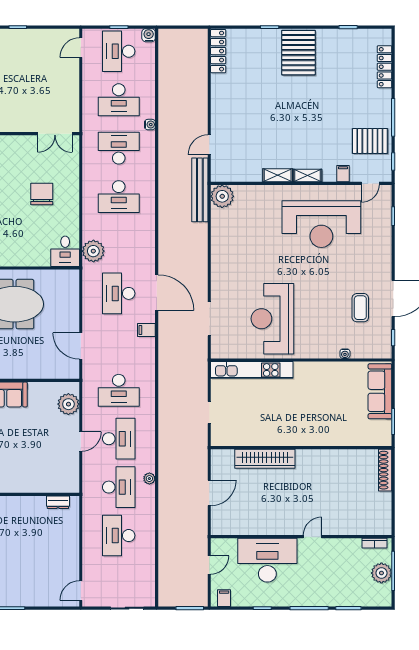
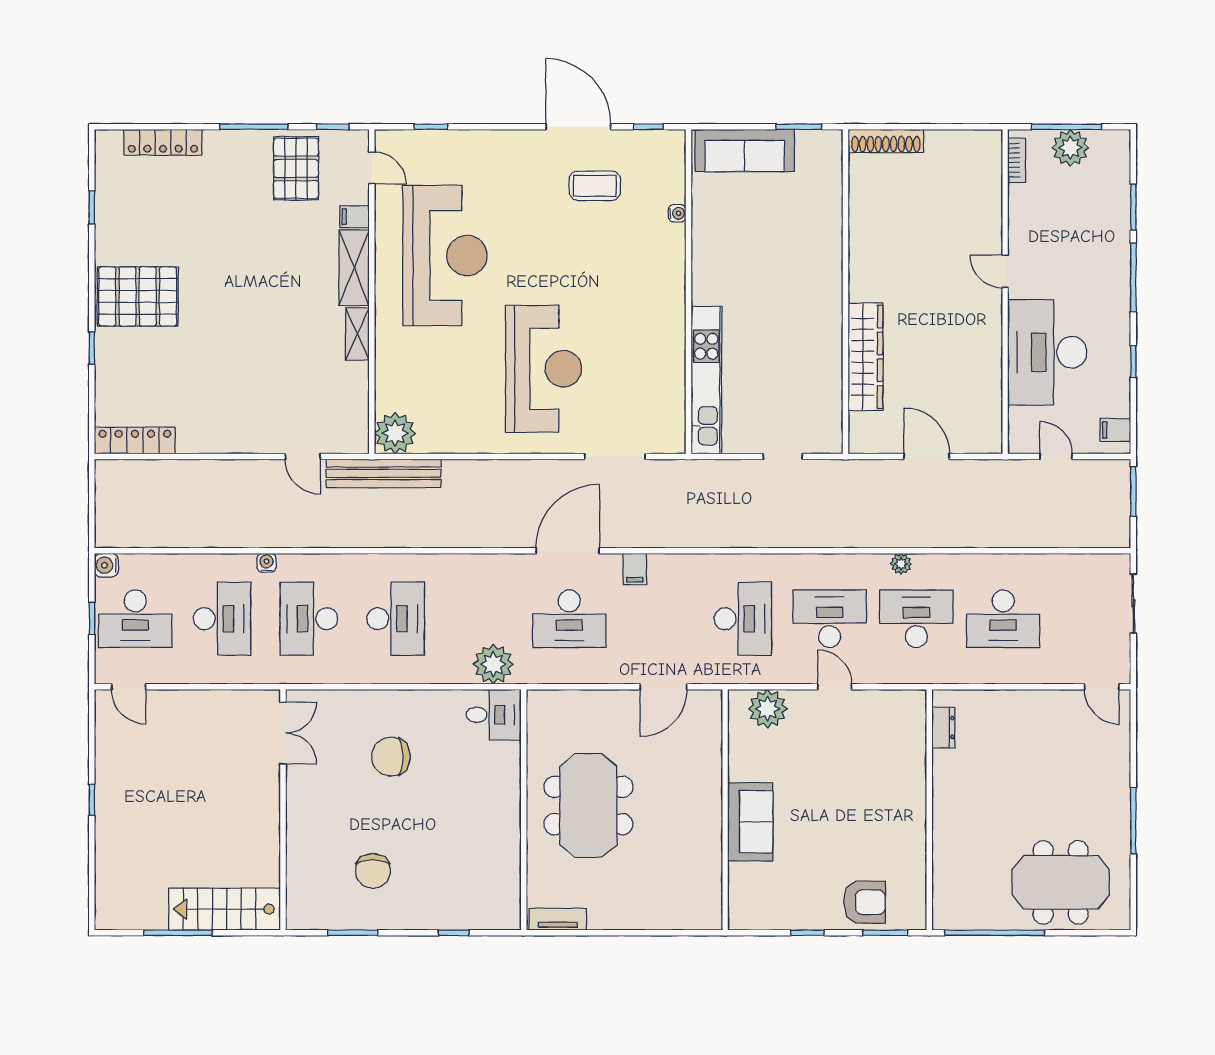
shelving: (308, 176) -> (354, 268), width x1.50, depth x1.33
reception desk: (272, 319) -> (544, 369), moved, turned -90

